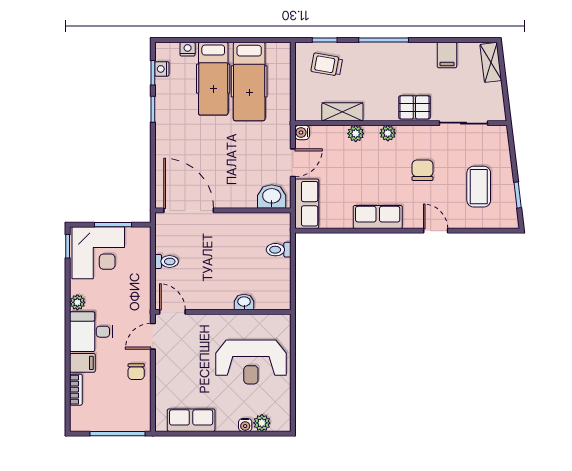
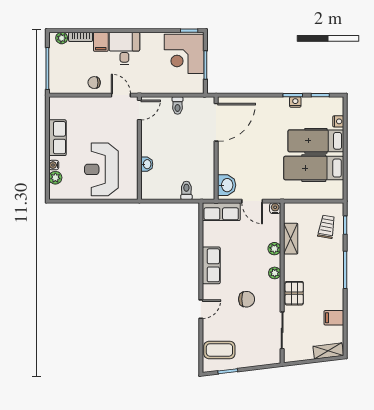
nightstand: (162, 69) -> (295, 102), moved
coffee table: (479, 187) -> (219, 350), moved
plant: (77, 302) -> (62, 38), moved
row of seats: (191, 420) -> (57, 138), moved

